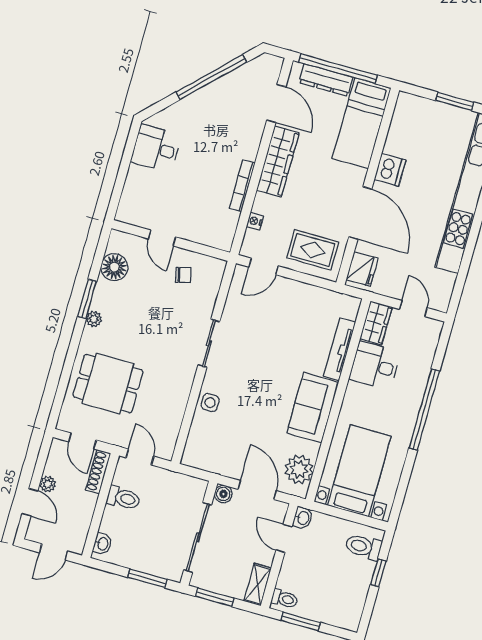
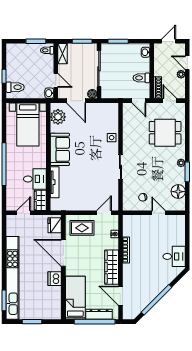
door: (413, 309) -> (24, 213), swing flipped

